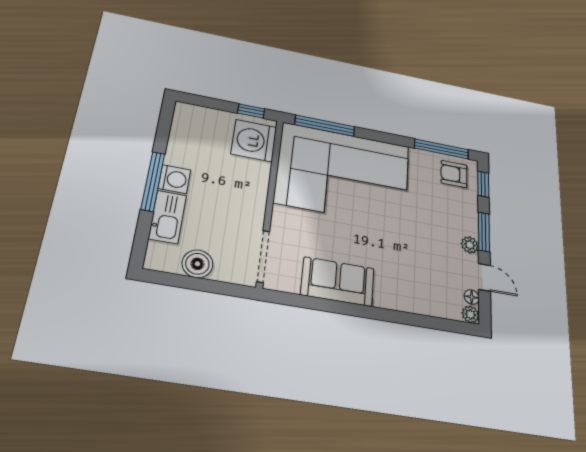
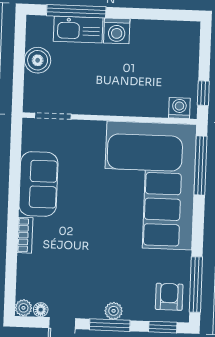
washing machine: (254, 141) -> (179, 108), width x0.53, depth x0.53
window: (153, 181) -> (76, 11), moved
plant: (470, 245) -> (114, 311), moved
doorway: (263, 256) -> (53, 116), width x0.73
bookcase: (393, 303) -> (25, 235), added

